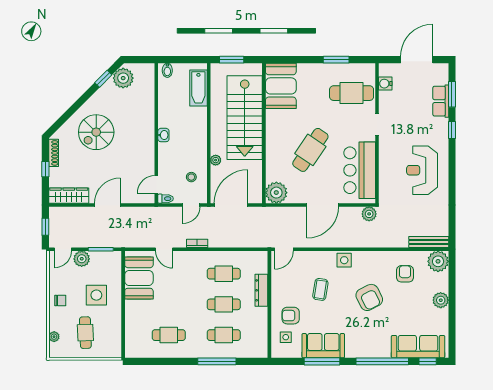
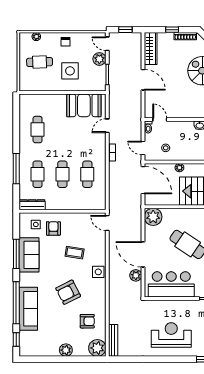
plant: (369, 214) -> (136, 275), moved
dresser: (261, 290) -> (32, 205), moved
sofa: (418, 347) -> (28, 309), moved

